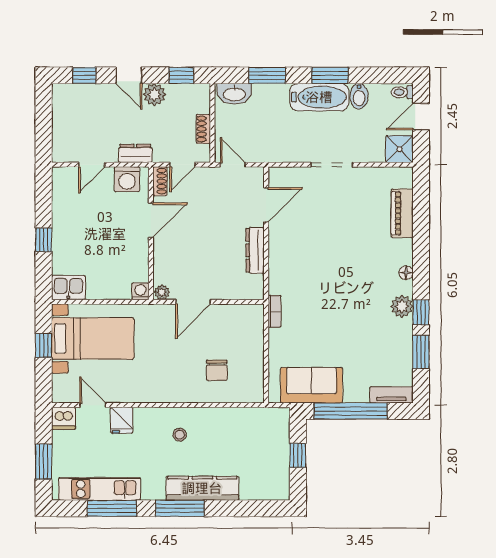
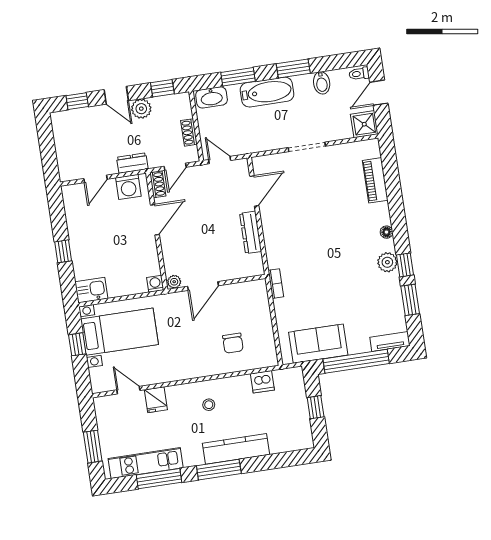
bathtub: (319, 97) -> (267, 92), moved
dishwasher: (63, 418) -> (262, 382), moved

